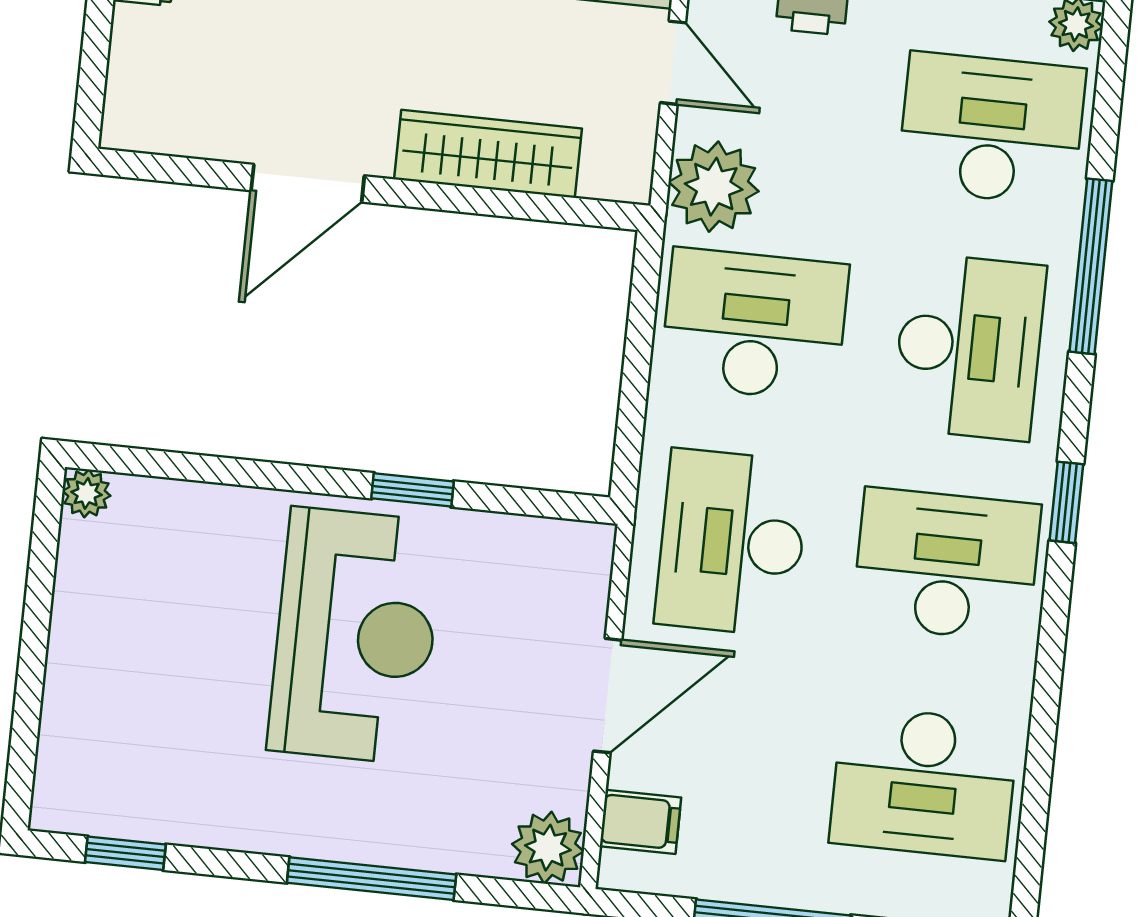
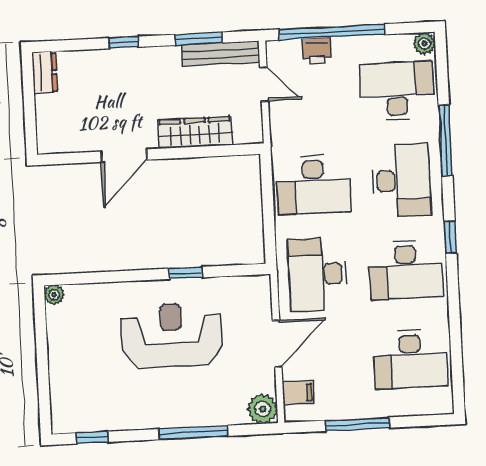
plant: (714, 187) -> (288, 132), removed
desk: (754, 325) -> (313, 185), turned 180
desk: (946, 565) -> (406, 270), turned 180
reception desk: (355, 636) -> (172, 335), turned -90

